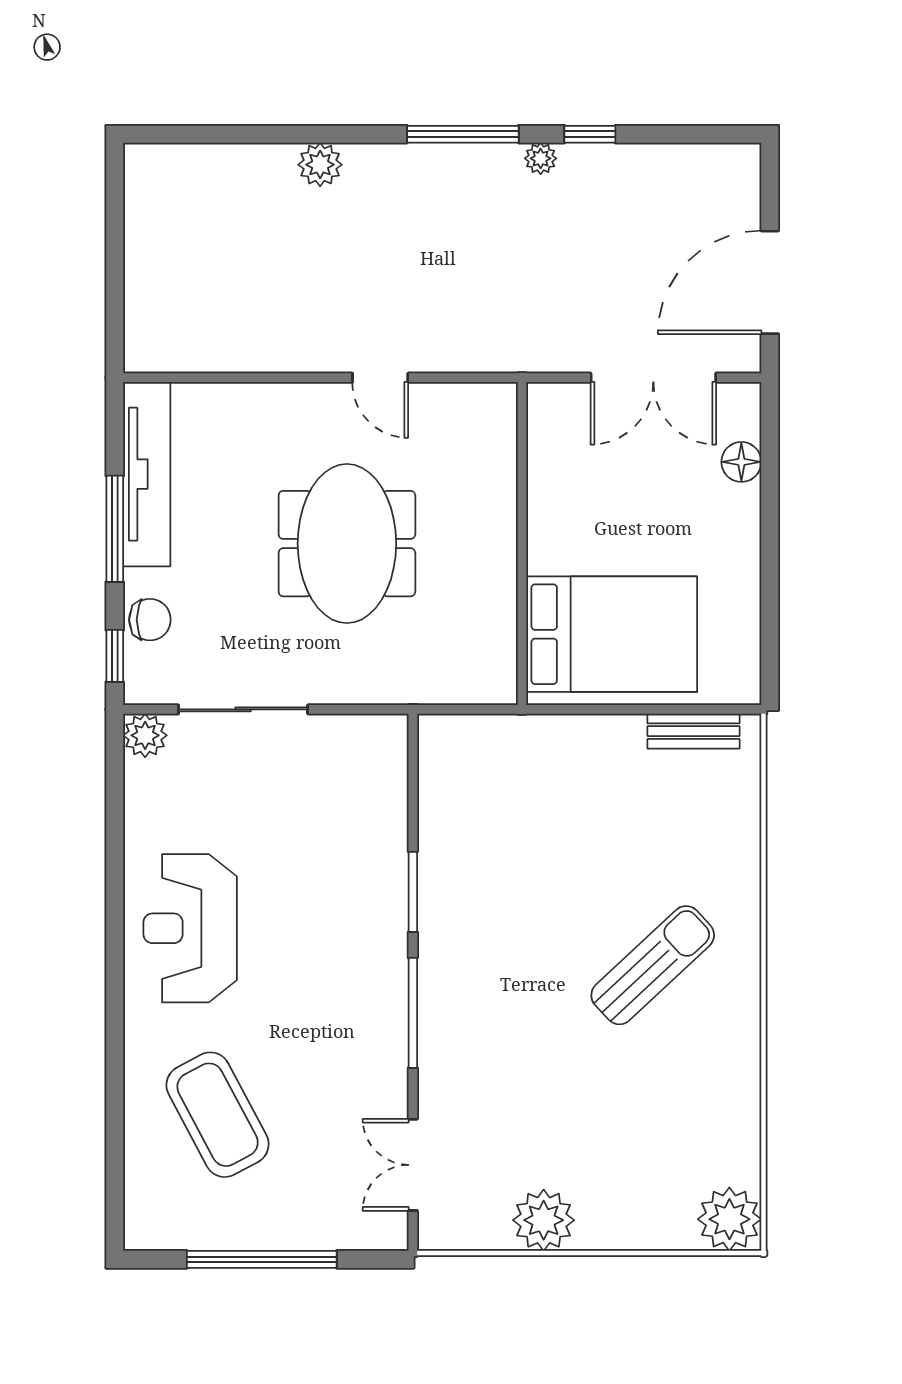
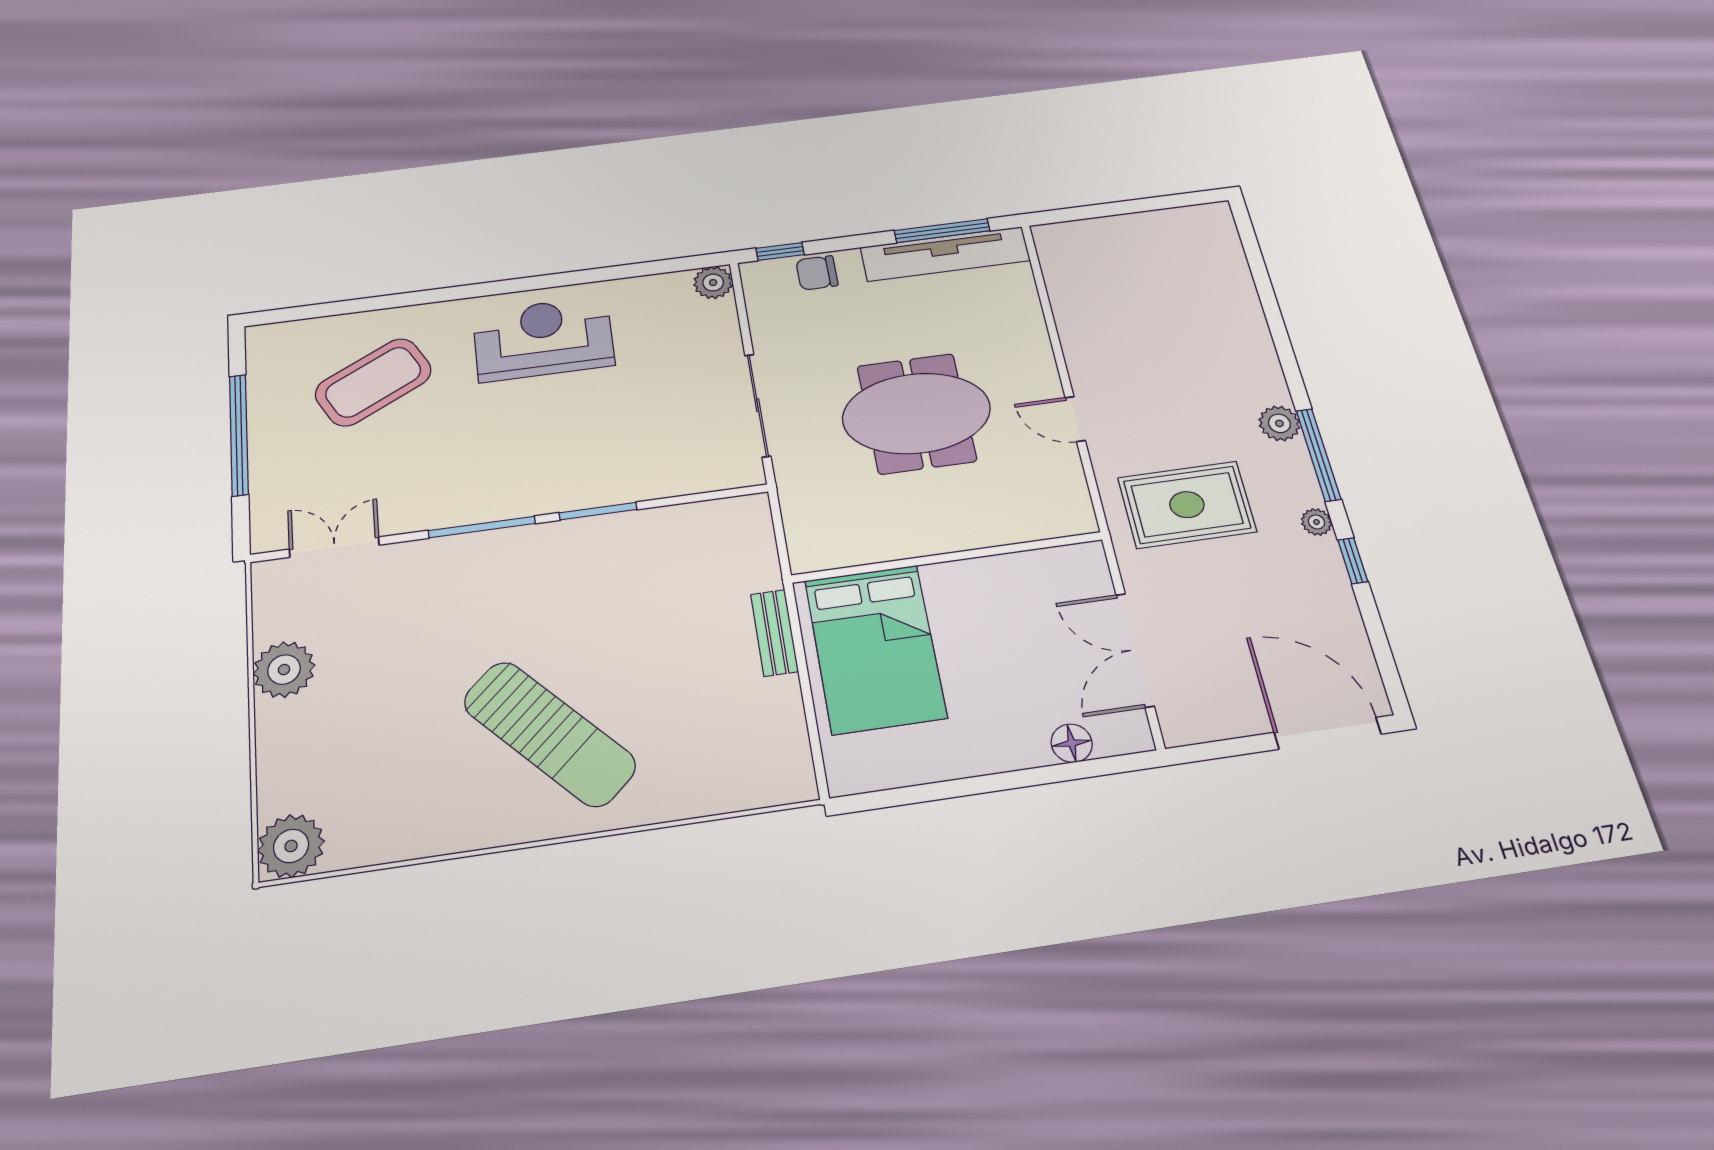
plant: (320, 165) -> (1279, 423), moved
door: (770, 282) -> (1328, 733), moved
rug: (500, 286) -> (1187, 505), added
door: (380, 378) -> (1075, 419), hinge flipped
window: (115, 529) -> (942, 231), moved
chair: (150, 620) -> (817, 273), turned 90
sliding door: (243, 709) -> (758, 405), moved
bench: (693, 731) -> (774, 633), moved
sun lounger: (653, 965) -> (549, 734), width x1.36, depth x1.34

